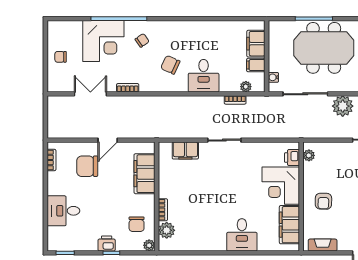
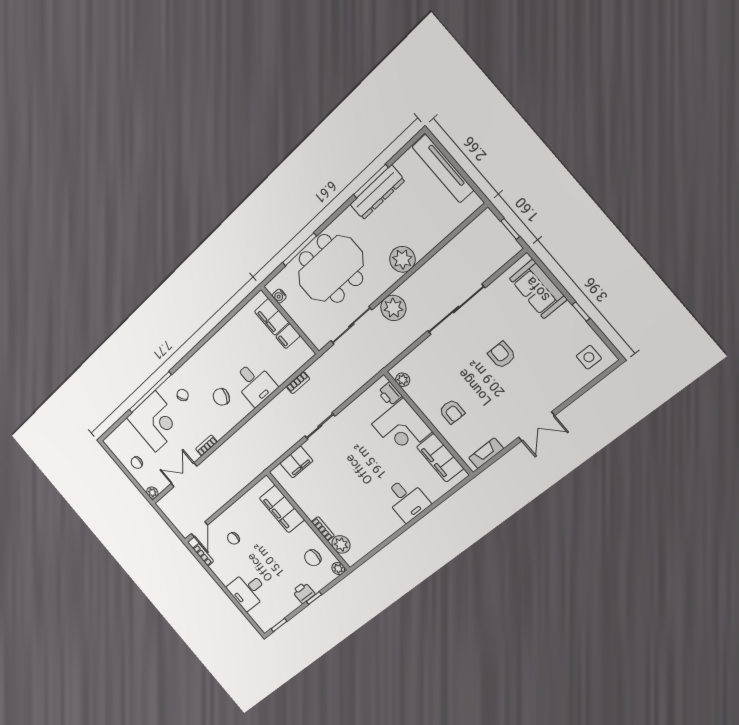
water cooler: (273, 77) -> (279, 296), moved
plant: (246, 87) -> (152, 493), moved
door: (108, 140) -> (199, 529), moved
chair: (87, 166) -> (233, 538), width x0.54, depth x0.54
chair: (137, 224) -> (313, 558), turned 90

